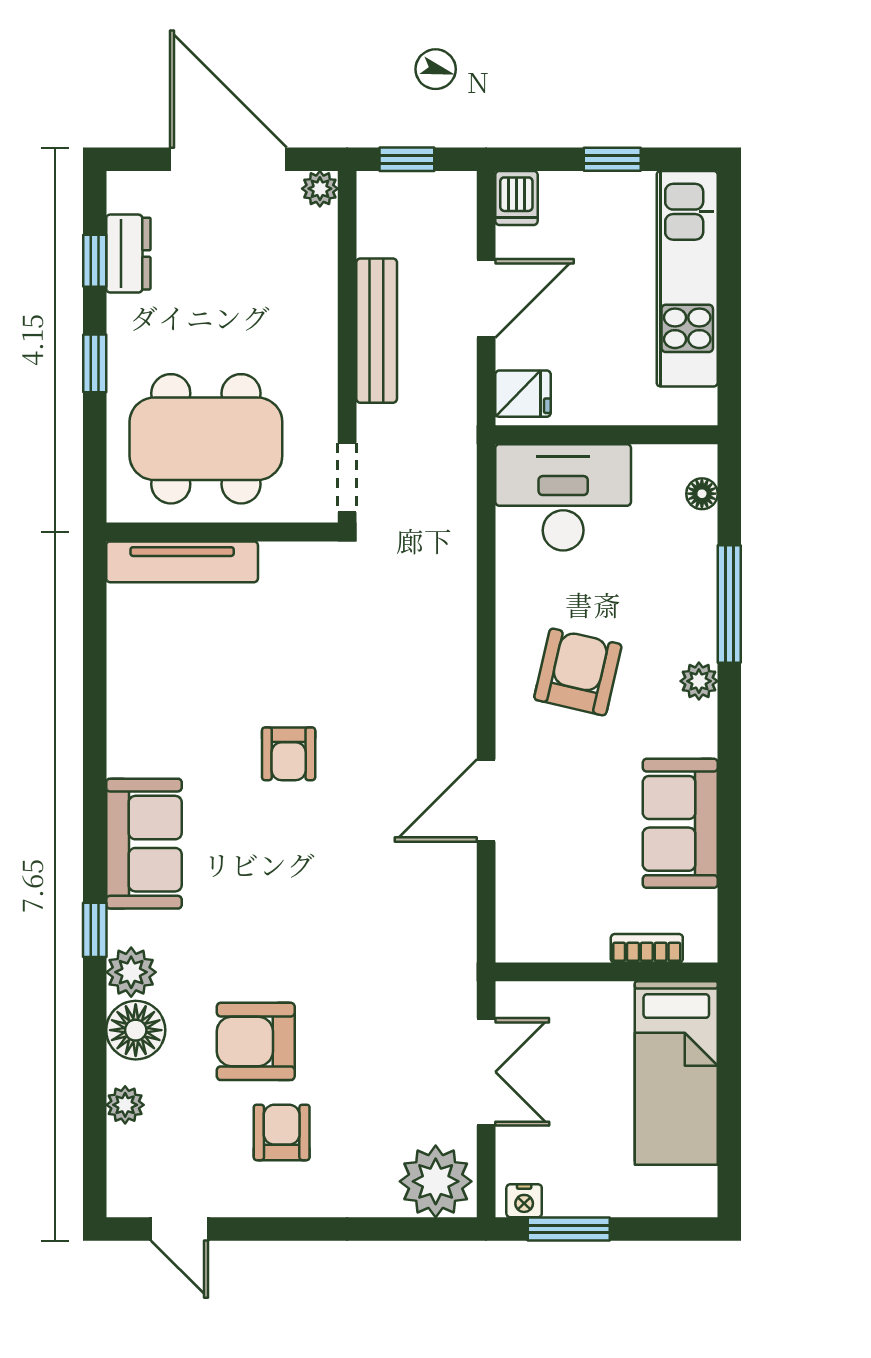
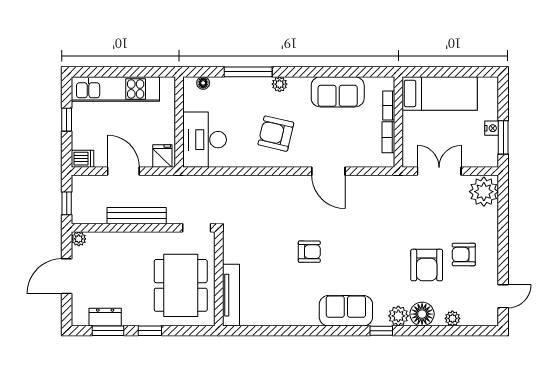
door: (228, 159) -> (67, 276), width x0.73
window: (95, 261) -> (108, 331), width x1.50
bookcase: (569, 947) -> (388, 137), added
nightstand: (524, 1201) -> (492, 128), moved

